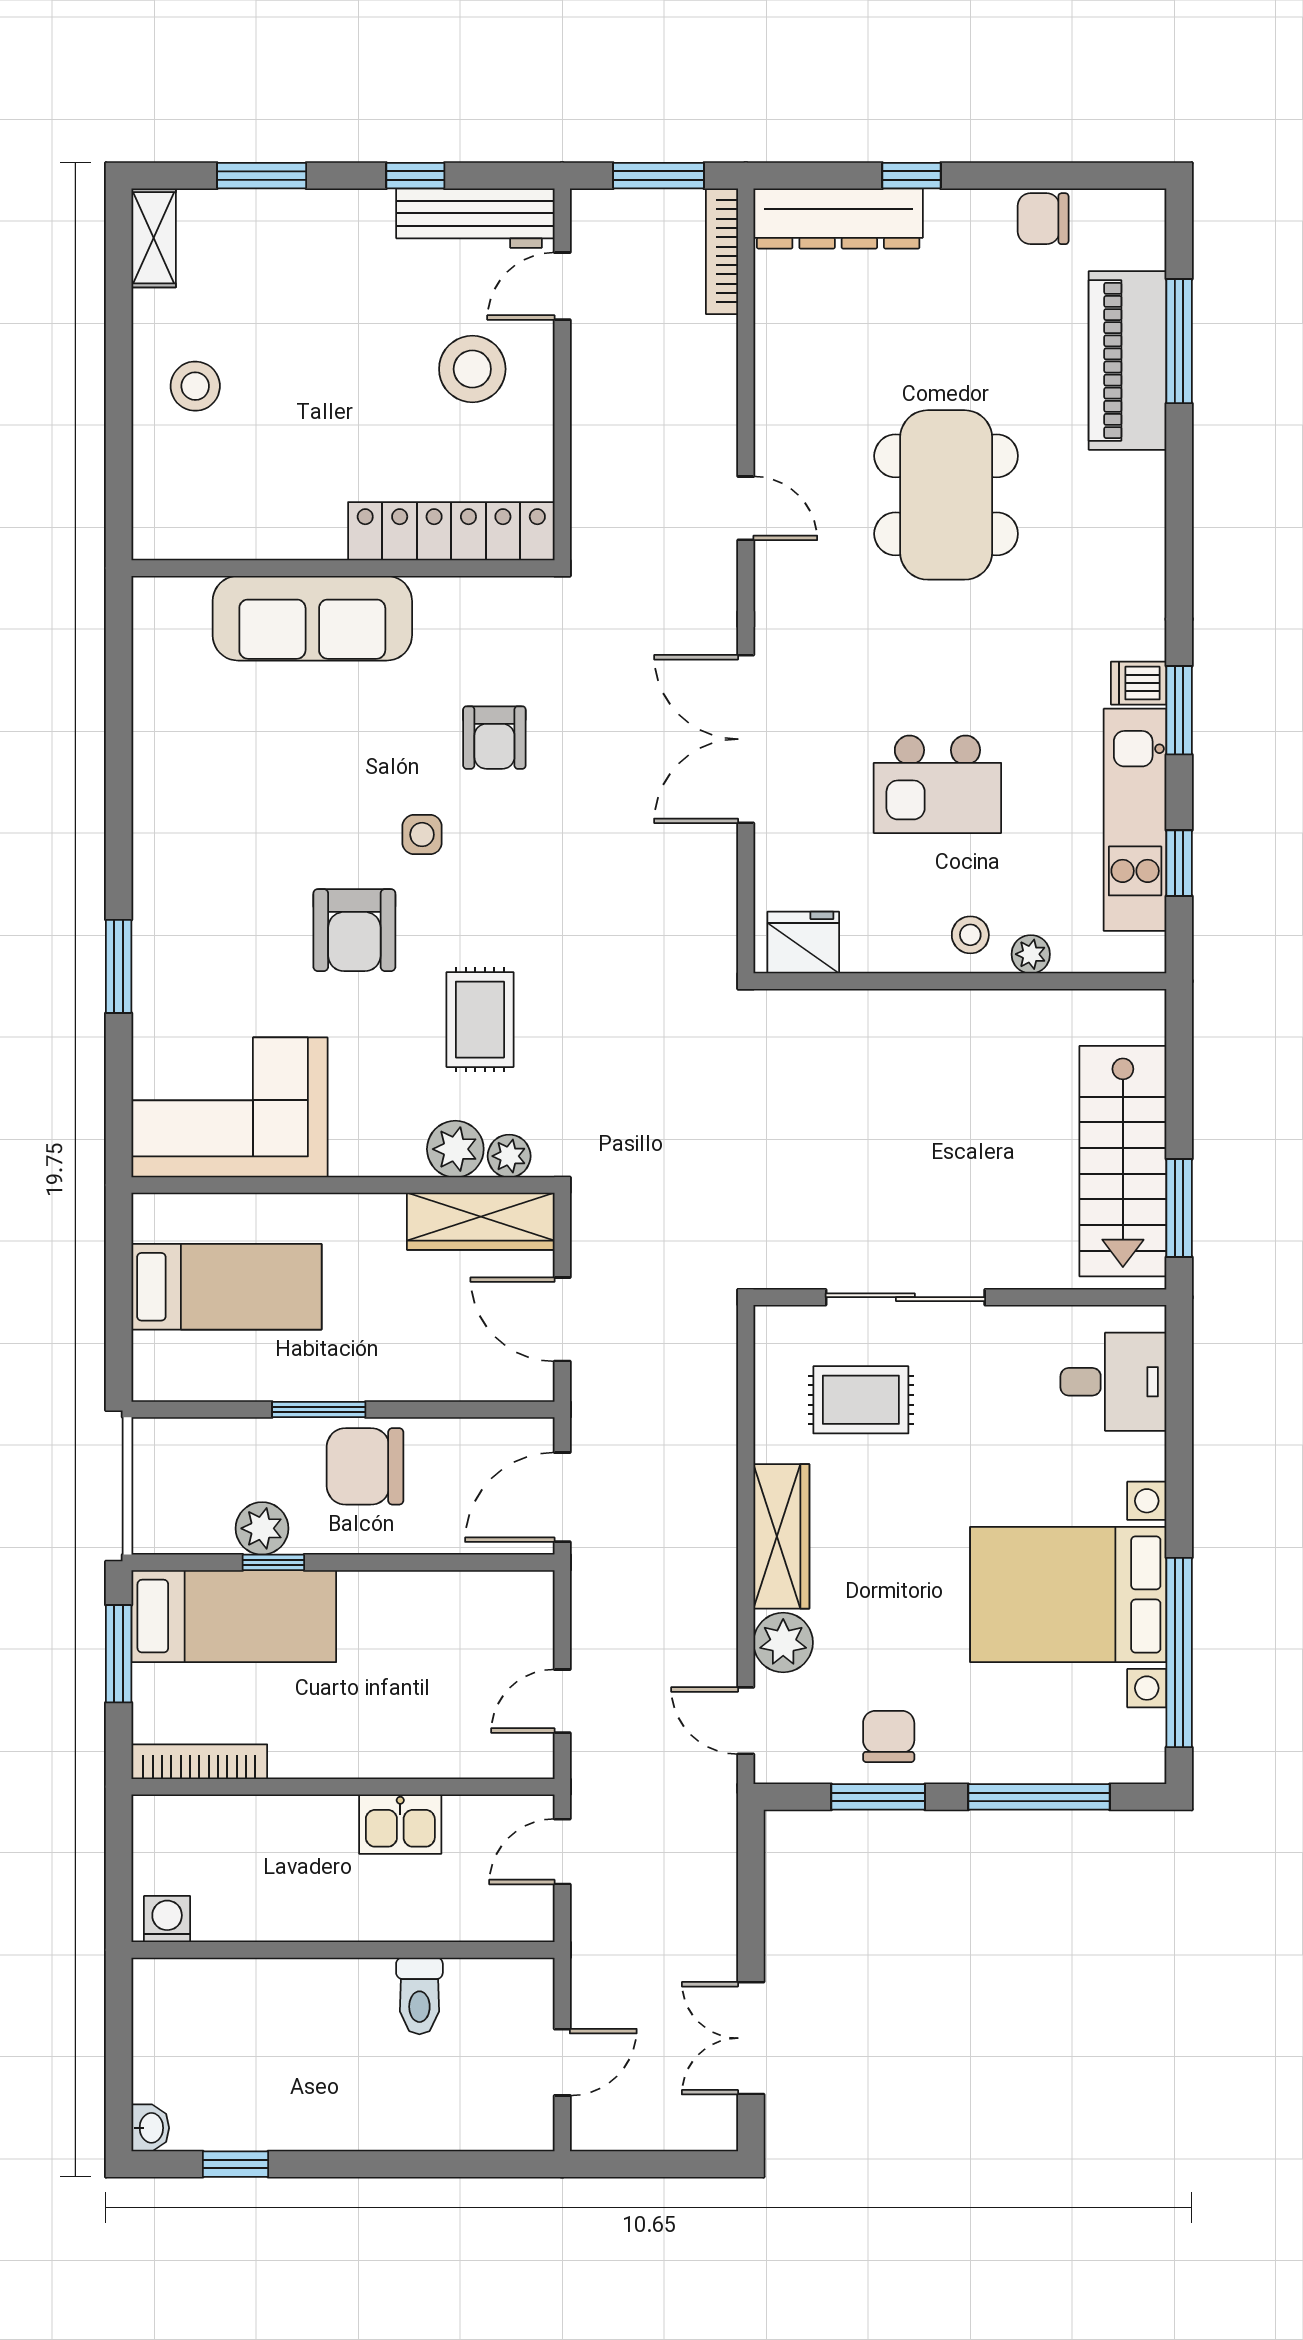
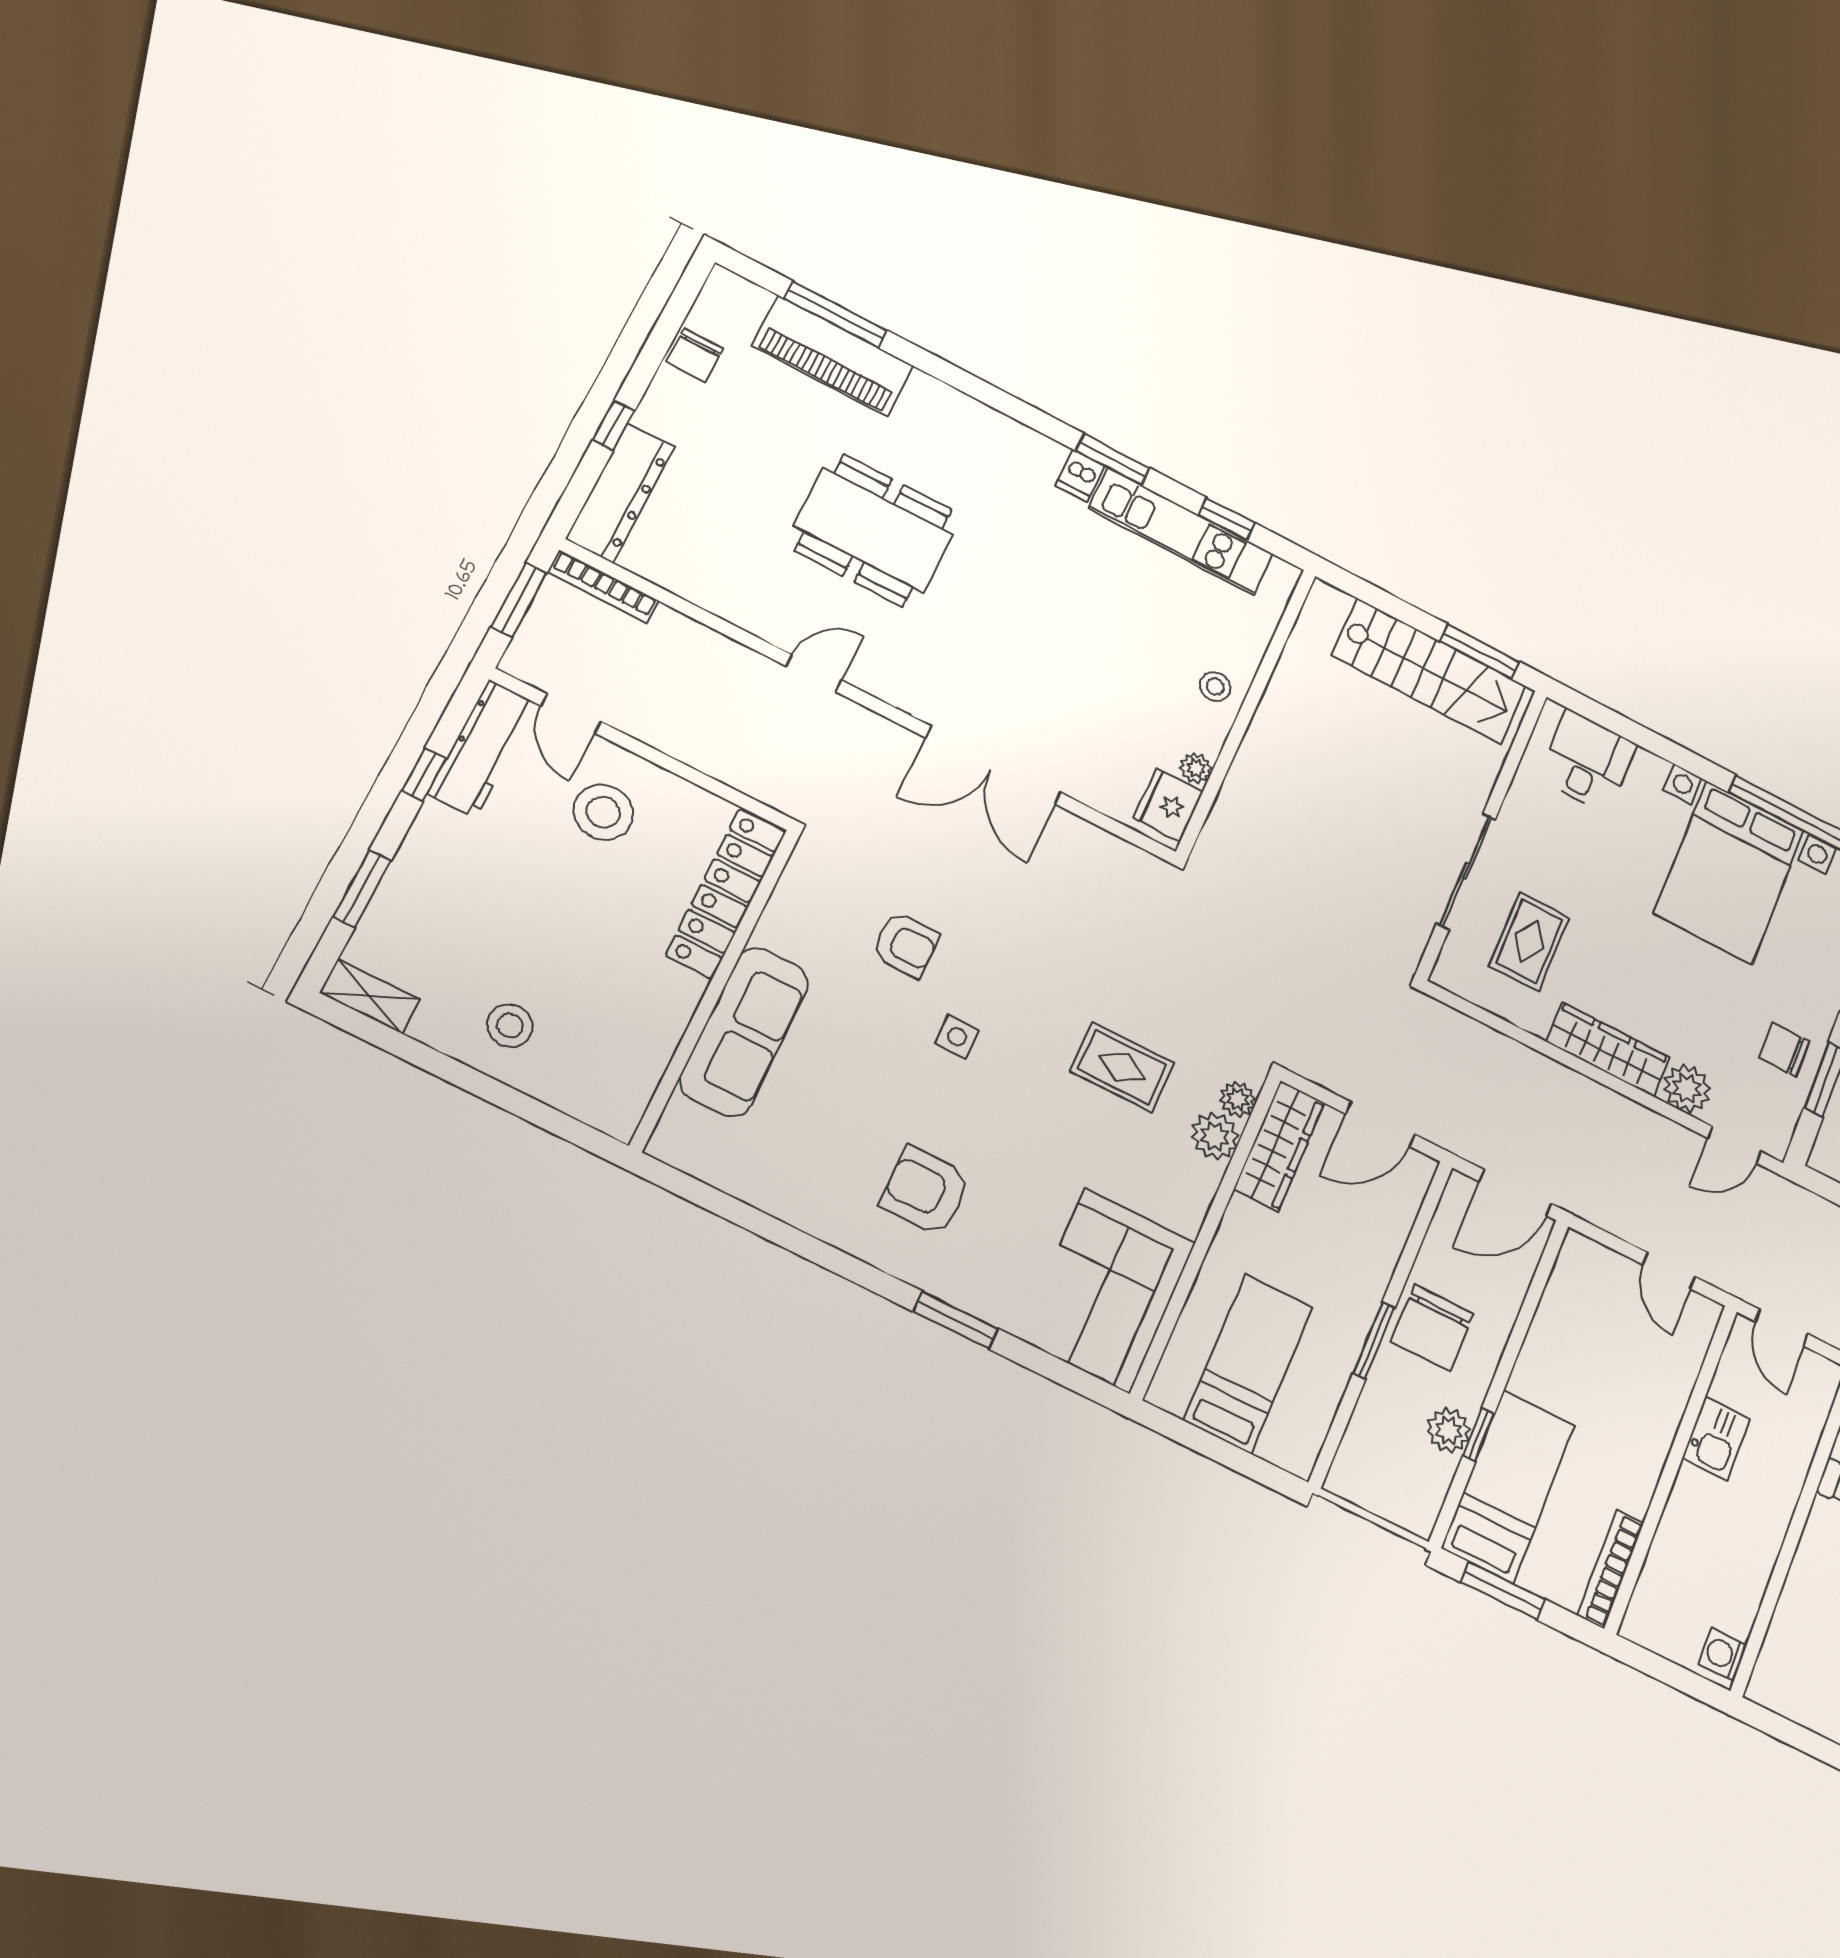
kitchen island: (937, 784) -> (1091, 650), removed
armchair: (354, 930) -> (926, 1191), moved, turned 180
plant: (1031, 954) -> (1196, 768), moved
door: (562, 1497) -> (1515, 1193), hinge flipped

